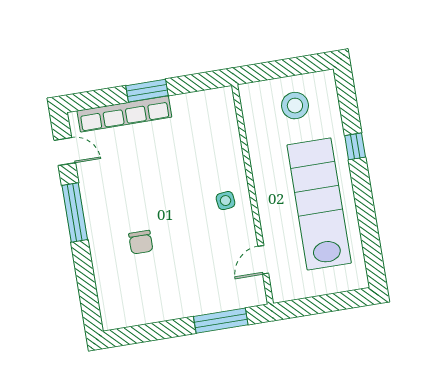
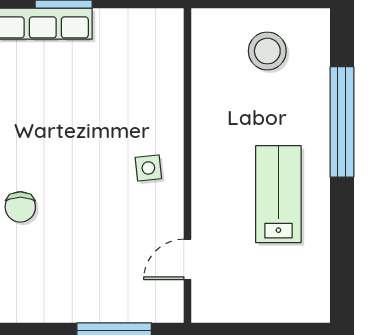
window: (355, 146) -> (342, 122), width x3.17
lab bench: (319, 204) -> (278, 194), width x0.54, depth x0.72

